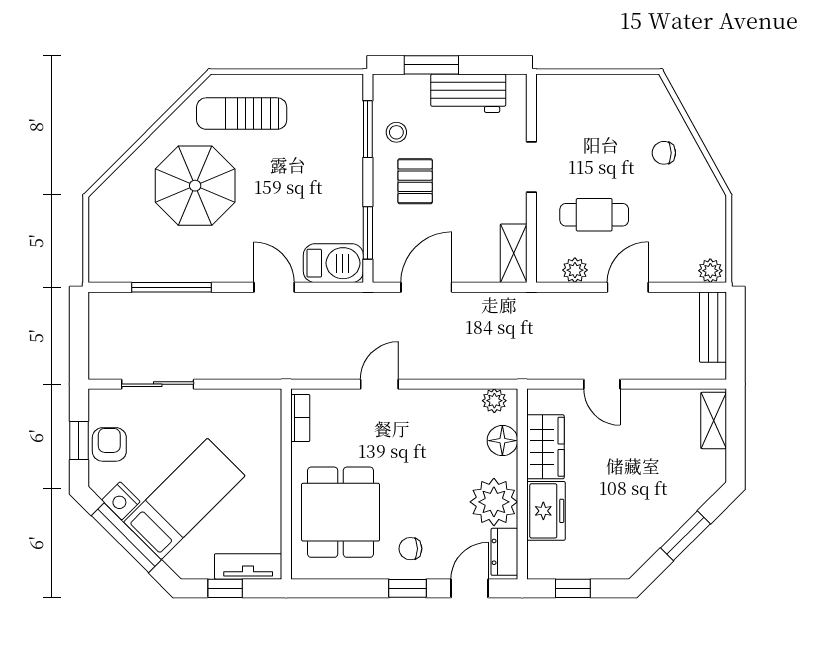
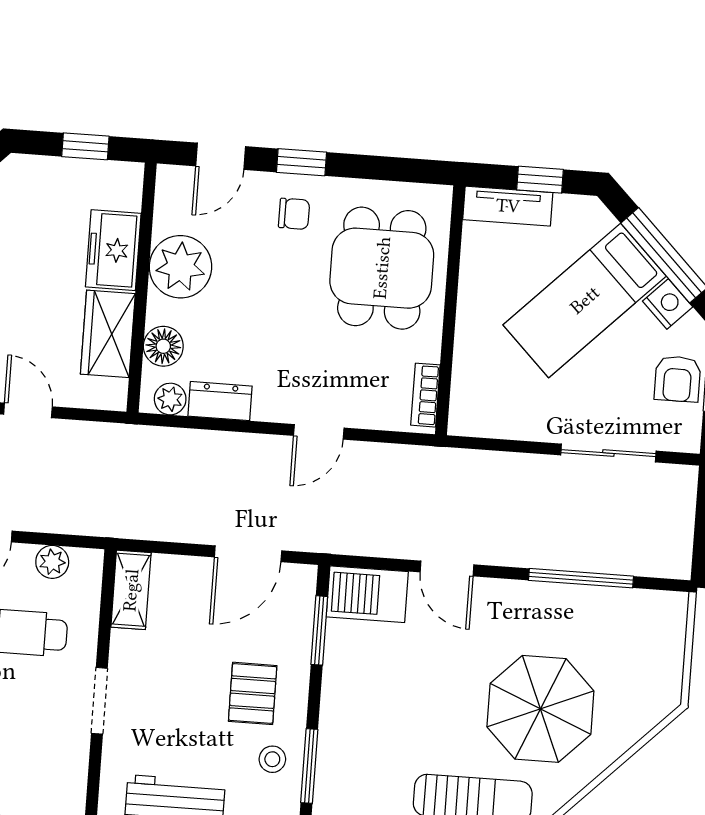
dresser: (504, 552) -> (220, 401), moved, turned -90

